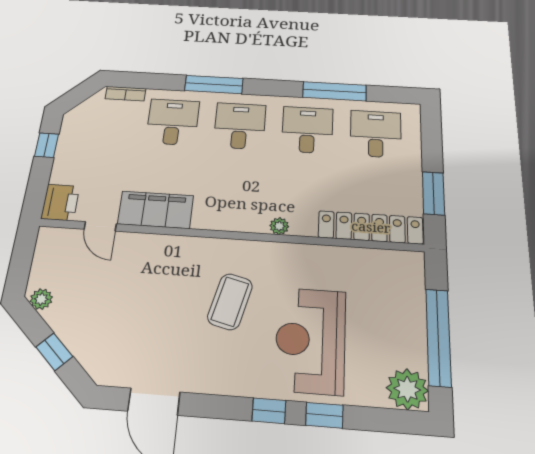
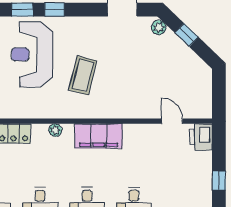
filing cabinet: (156, 210) -> (99, 136), moved
plant: (41, 299) -> (159, 27), moved
reception desk: (310, 340) -> (32, 54), turned 180

